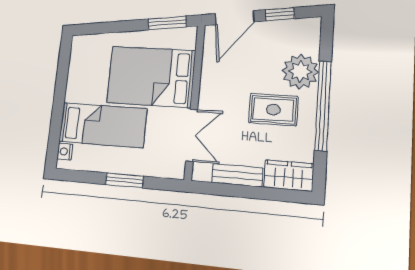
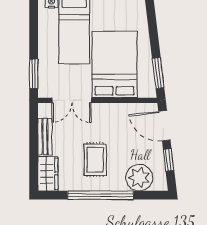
plant: (300, 71) -> (139, 178), moved
window: (124, 180) -> (34, 74), moved

